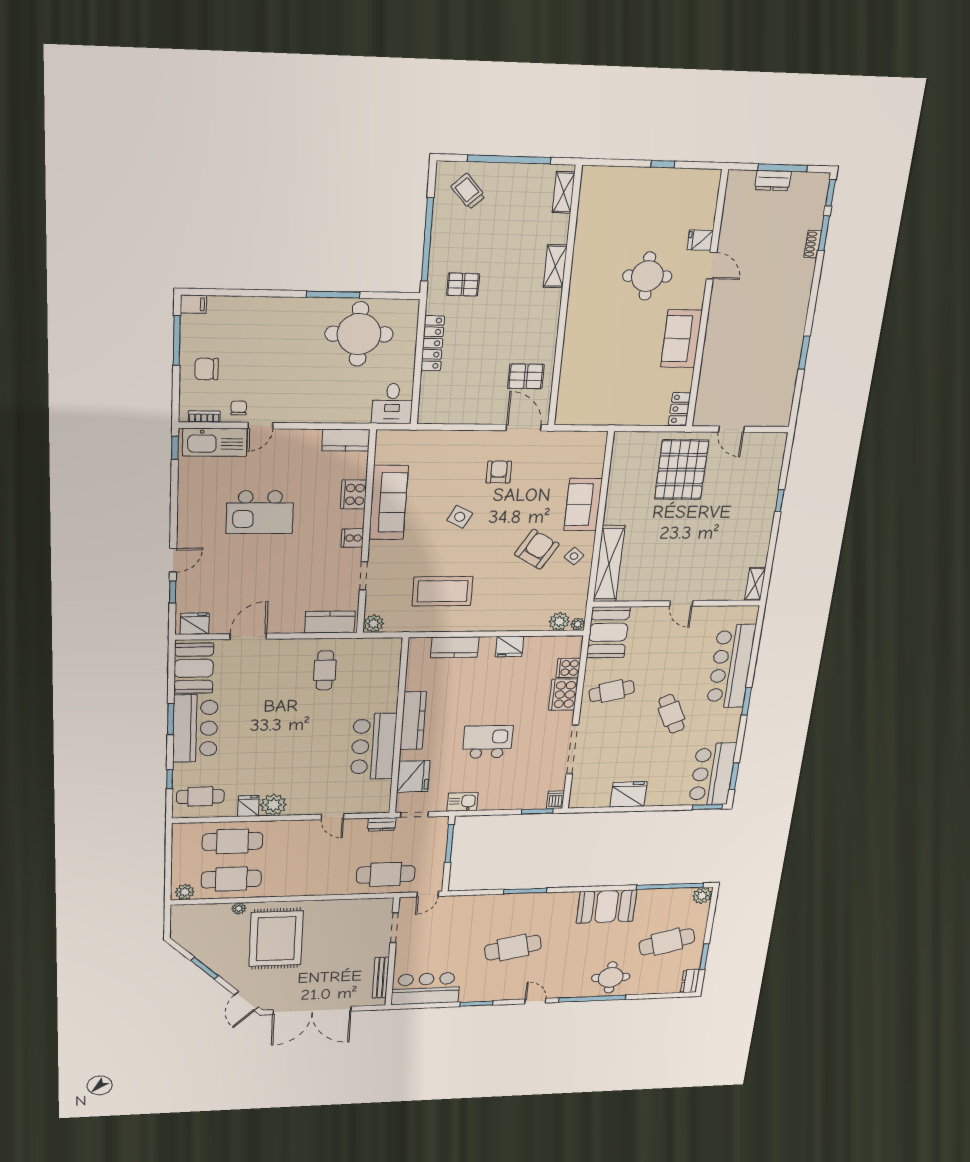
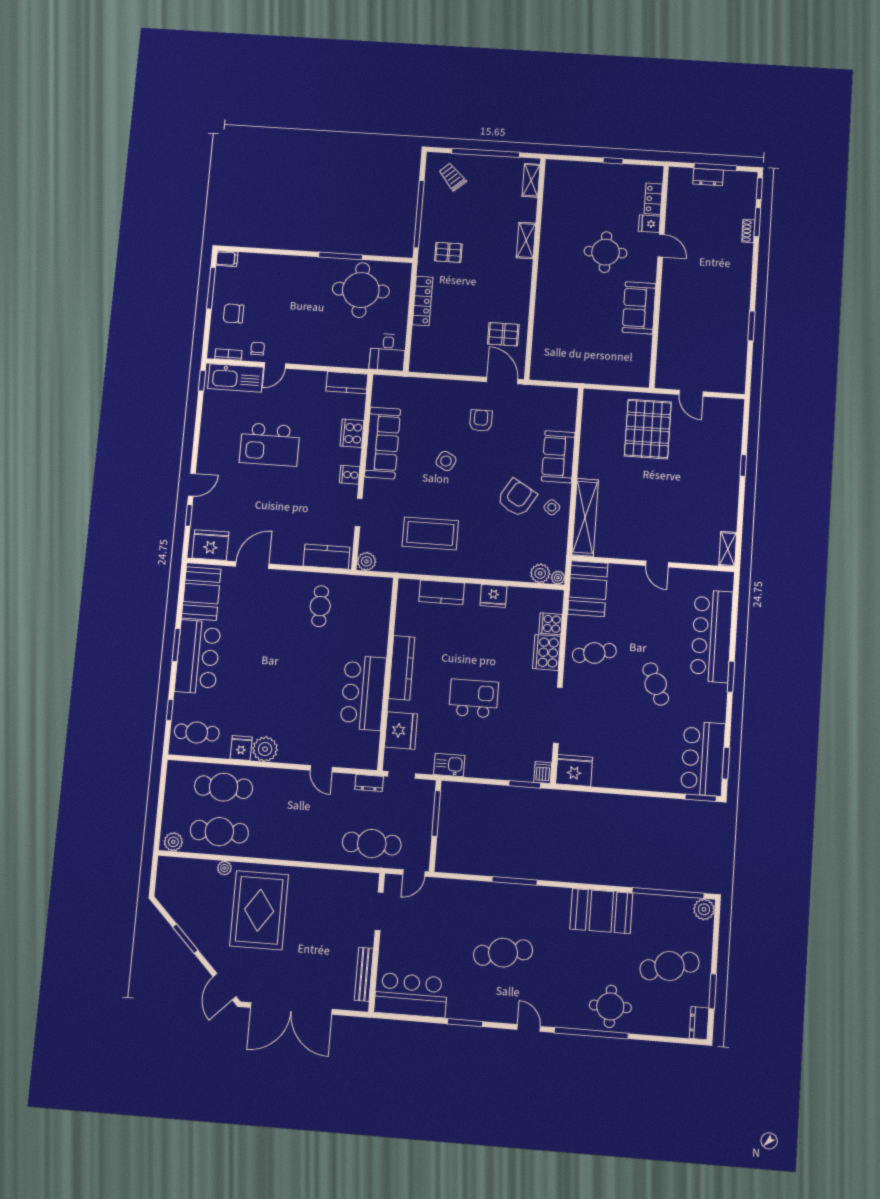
locker: (680, 409) -> (653, 199), moved
fridge: (195, 624) -> (211, 545), width x1.36, depth x1.34
fridge: (628, 794) -> (574, 771), moved

